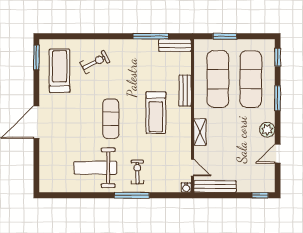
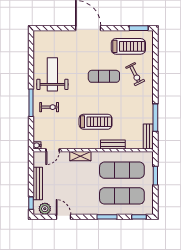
treadmill: (156, 113) -> (96, 122), turned 180
exercise mat: (111, 119) -> (104, 76), moved
plant: (267, 130) -> (45, 209), moved
bench: (215, 186) -> (38, 183), moved

